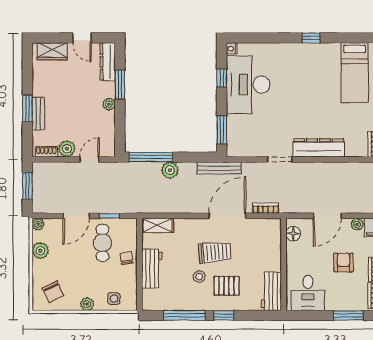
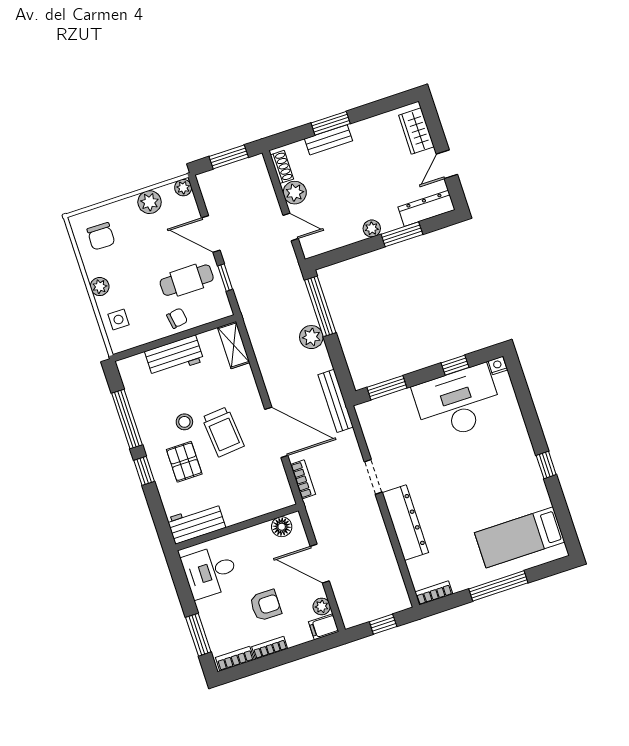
chair: (53, 292) -> (101, 236), turned -64

